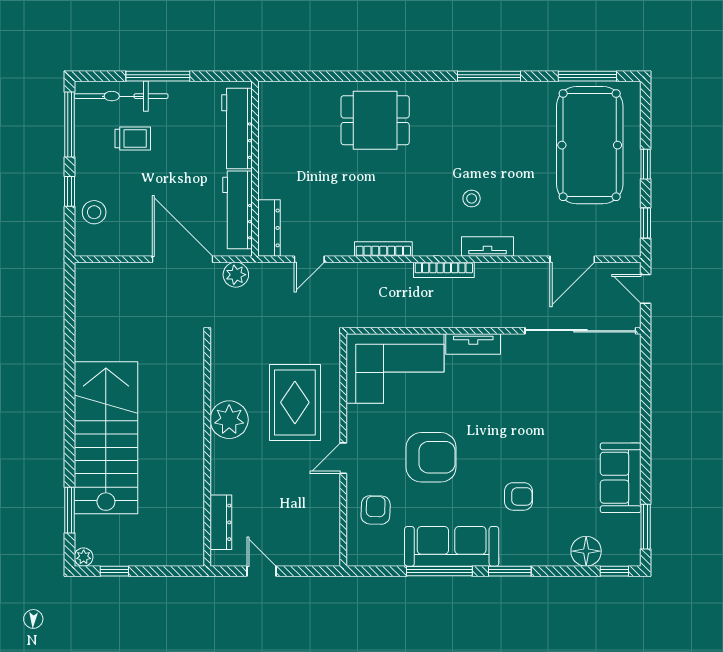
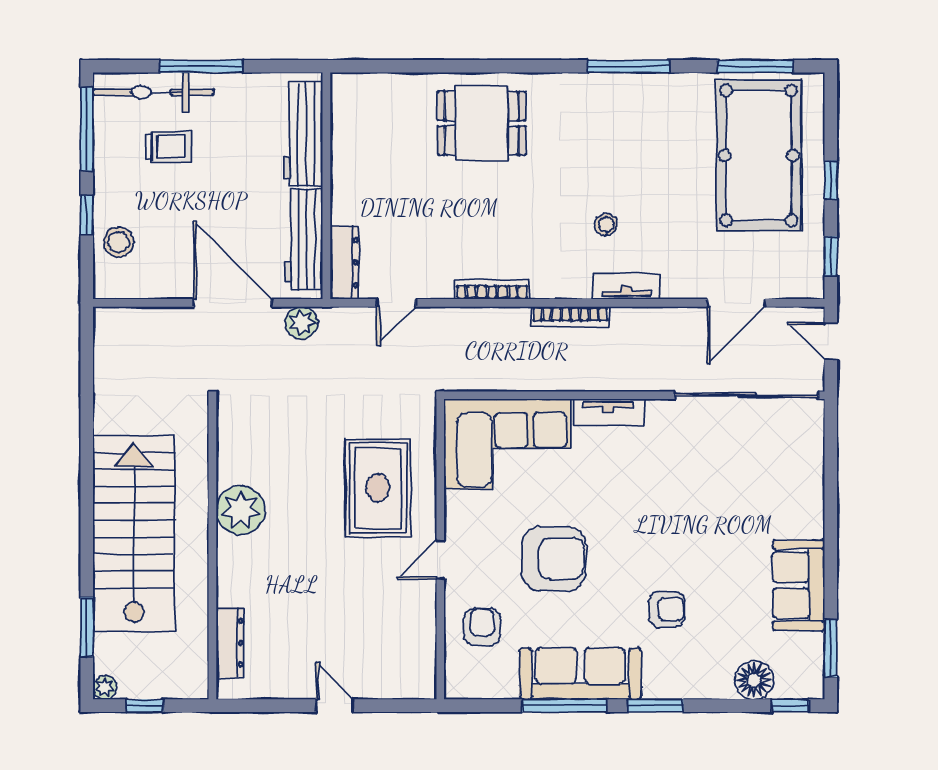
plant: (229, 420) -> (241, 510), moved
wall: (207, 450) -> (212, 549), moved
dresser: (221, 522) -> (230, 643), moved

